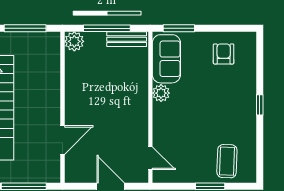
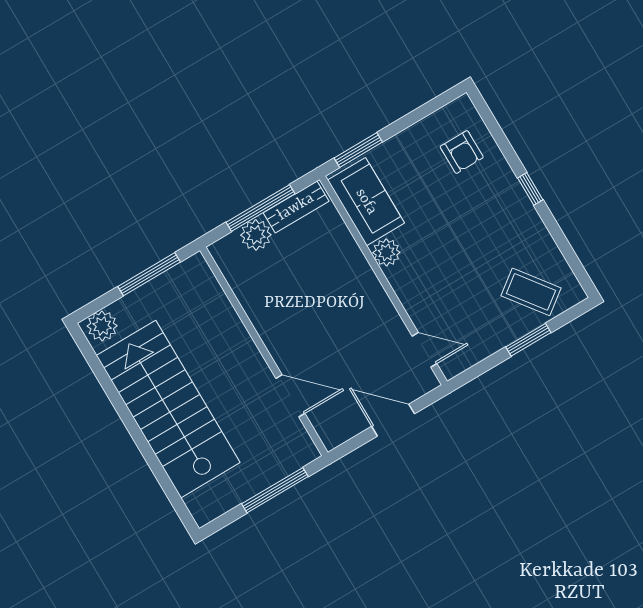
plant: (74, 41) -> (256, 235), moved
armchair: (224, 54) -> (462, 152), moved, turned 180
door: (62, 140) -> (290, 396), hinge flipped
coffee table: (227, 161) -> (531, 292), turned -39

